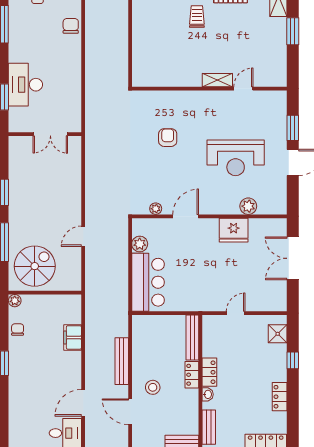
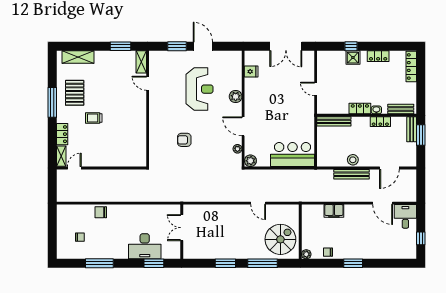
window: (293, 31) -> (121, 46), moved
shelving: (217, 80) -> (141, 62), moved
double door: (50, 134) -> (182, 228), swing flipped
plant: (248, 206) -> (236, 96), moved
fridge: (234, 230) -> (251, 71), moved, width x0.53, depth x0.75
plant: (140, 244) -> (250, 161), moved
double door: (293, 258) -> (286, 46), moved
spiral stairs: (35, 266) -> (280, 239), turned 90
shower: (278, 334) -> (353, 58), moved
locker: (192, 375) -> (380, 122), moved
stool: (153, 387) -> (353, 160), moved

